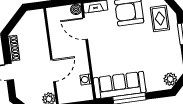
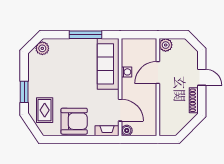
washing machine: (86, 79) -> (127, 72), moved
sofa: (120, 85) -> (108, 64), moved, turned 90

